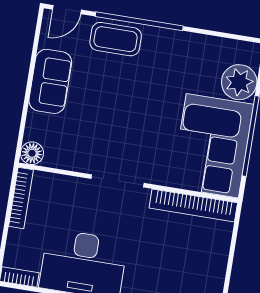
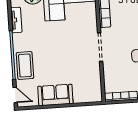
tv unit: (201, 43) -> (16, 20), added
floor lamp: (32, 153) -> (96, 96), removed

